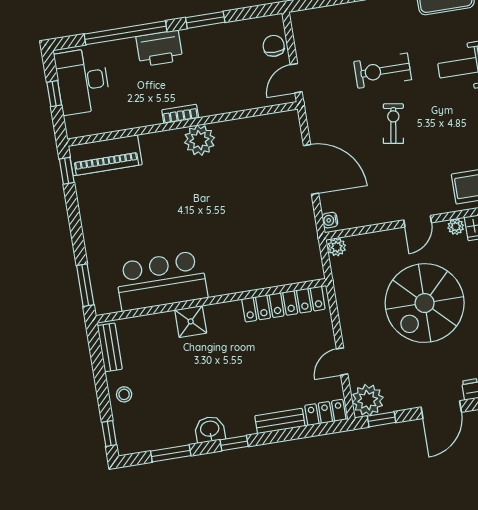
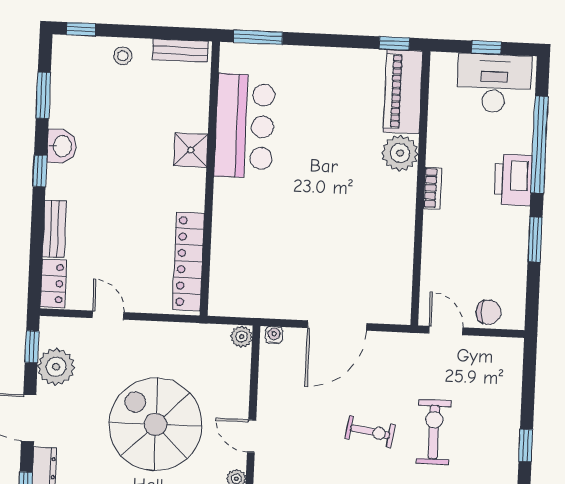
plant: (199, 140) -> (400, 153), moved
plant: (368, 400) -> (56, 367), moved

